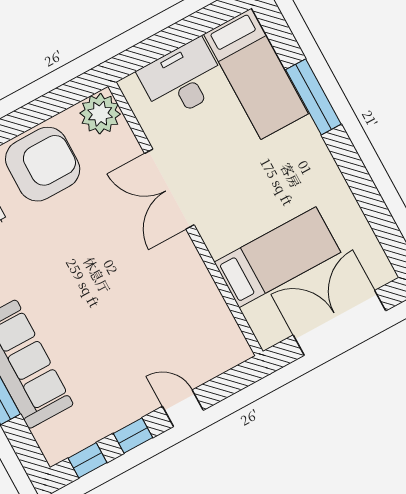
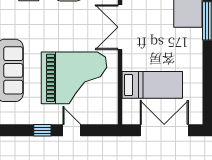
grand piano: (138, 317) -> (74, 78), added
window: (88, 460) -> (15, 130), removed

